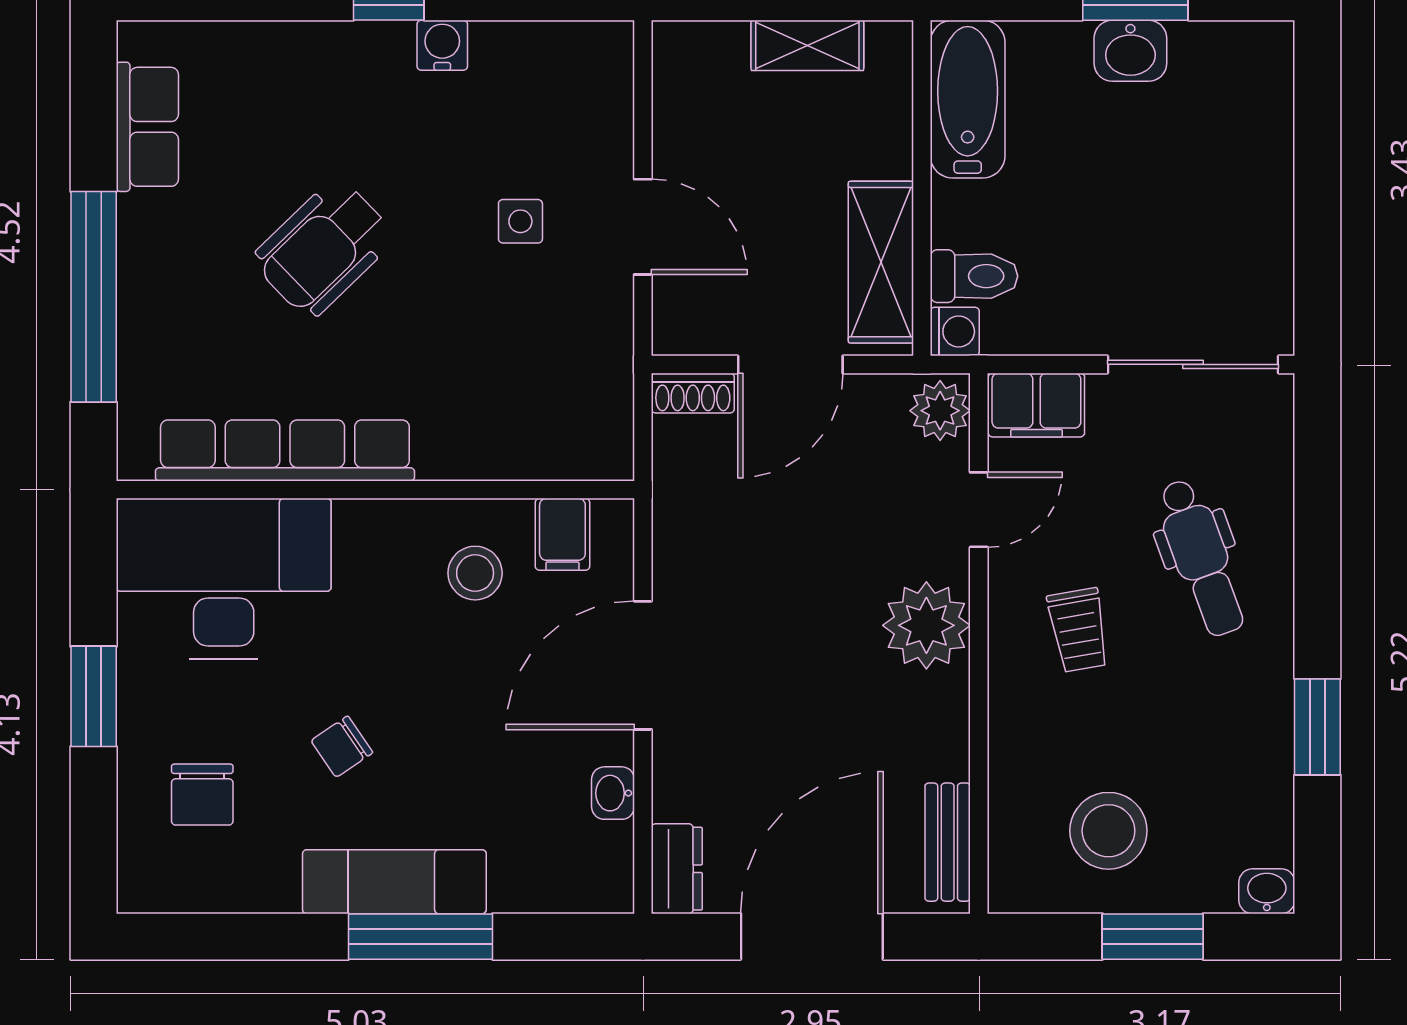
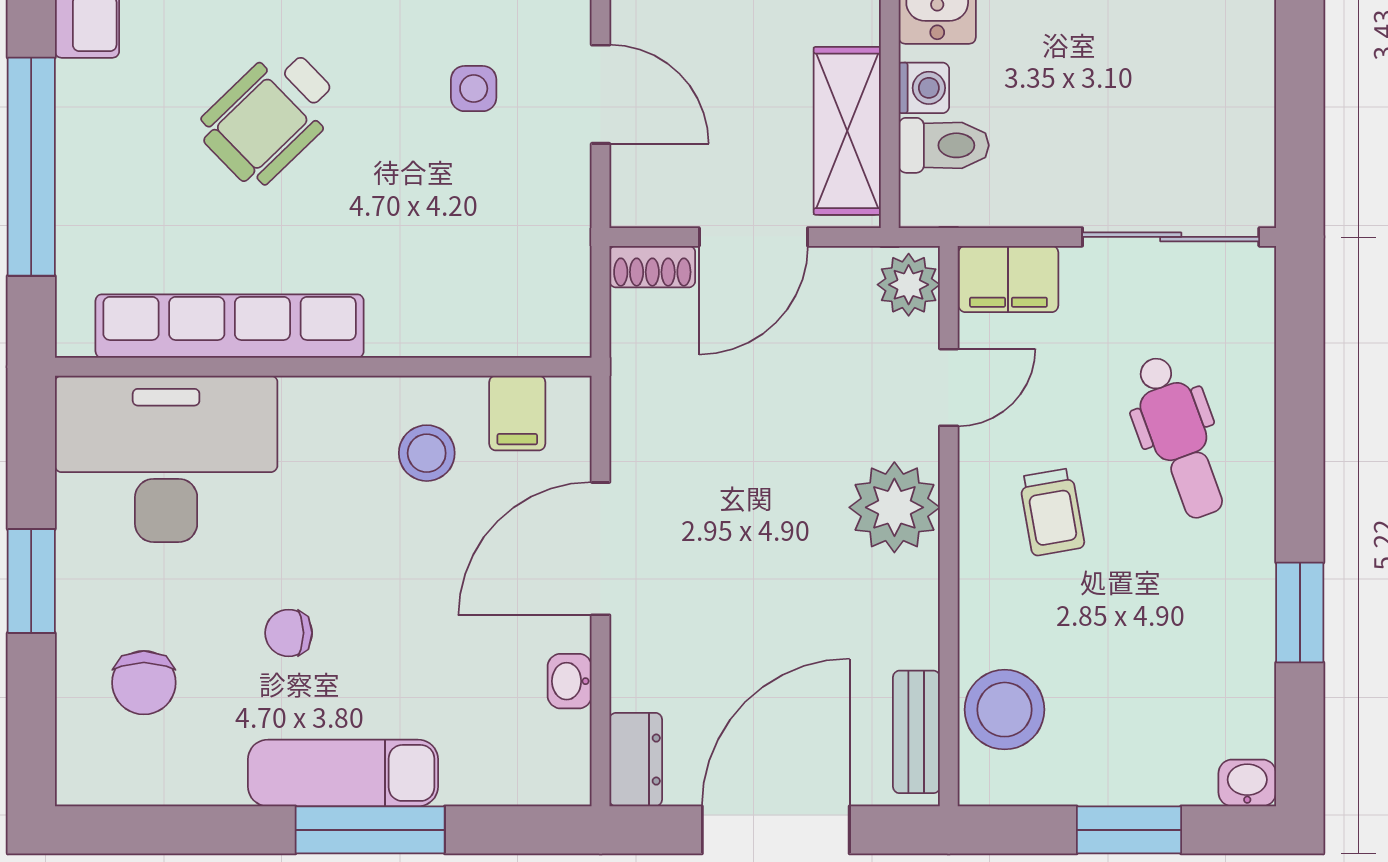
washing machine: (955, 332) -> (924, 88), moved
chair: (342, 747) -> (289, 633), turned 34
stool: (1108, 831) -> (1005, 710), moved

